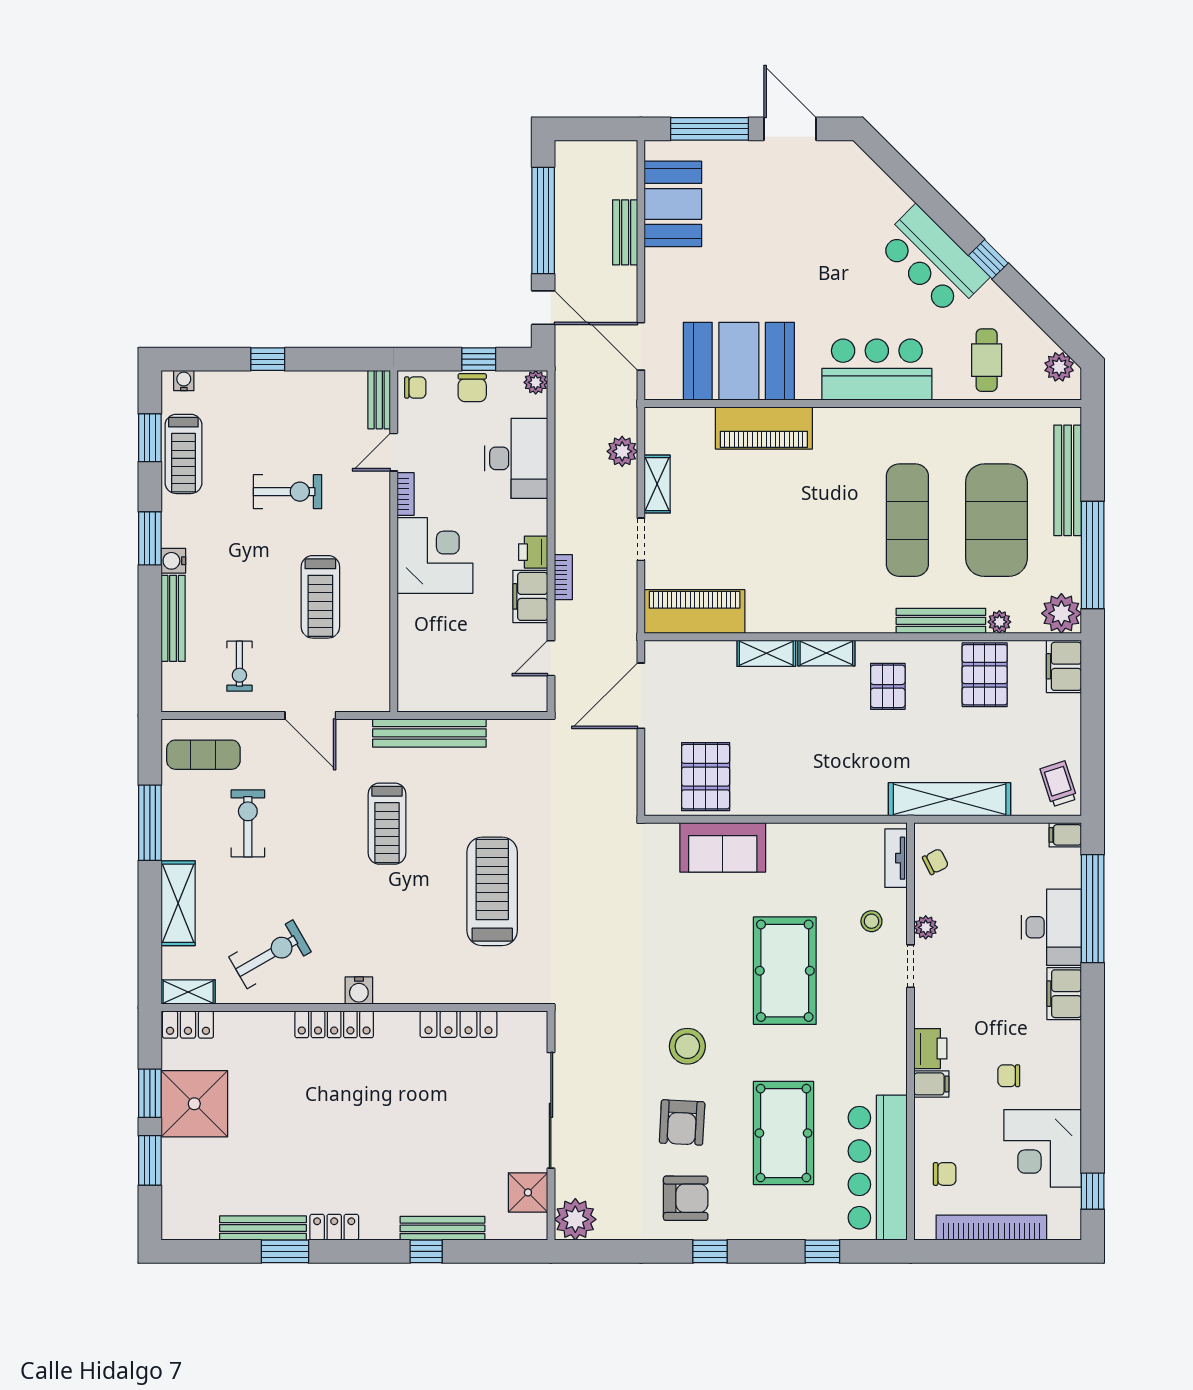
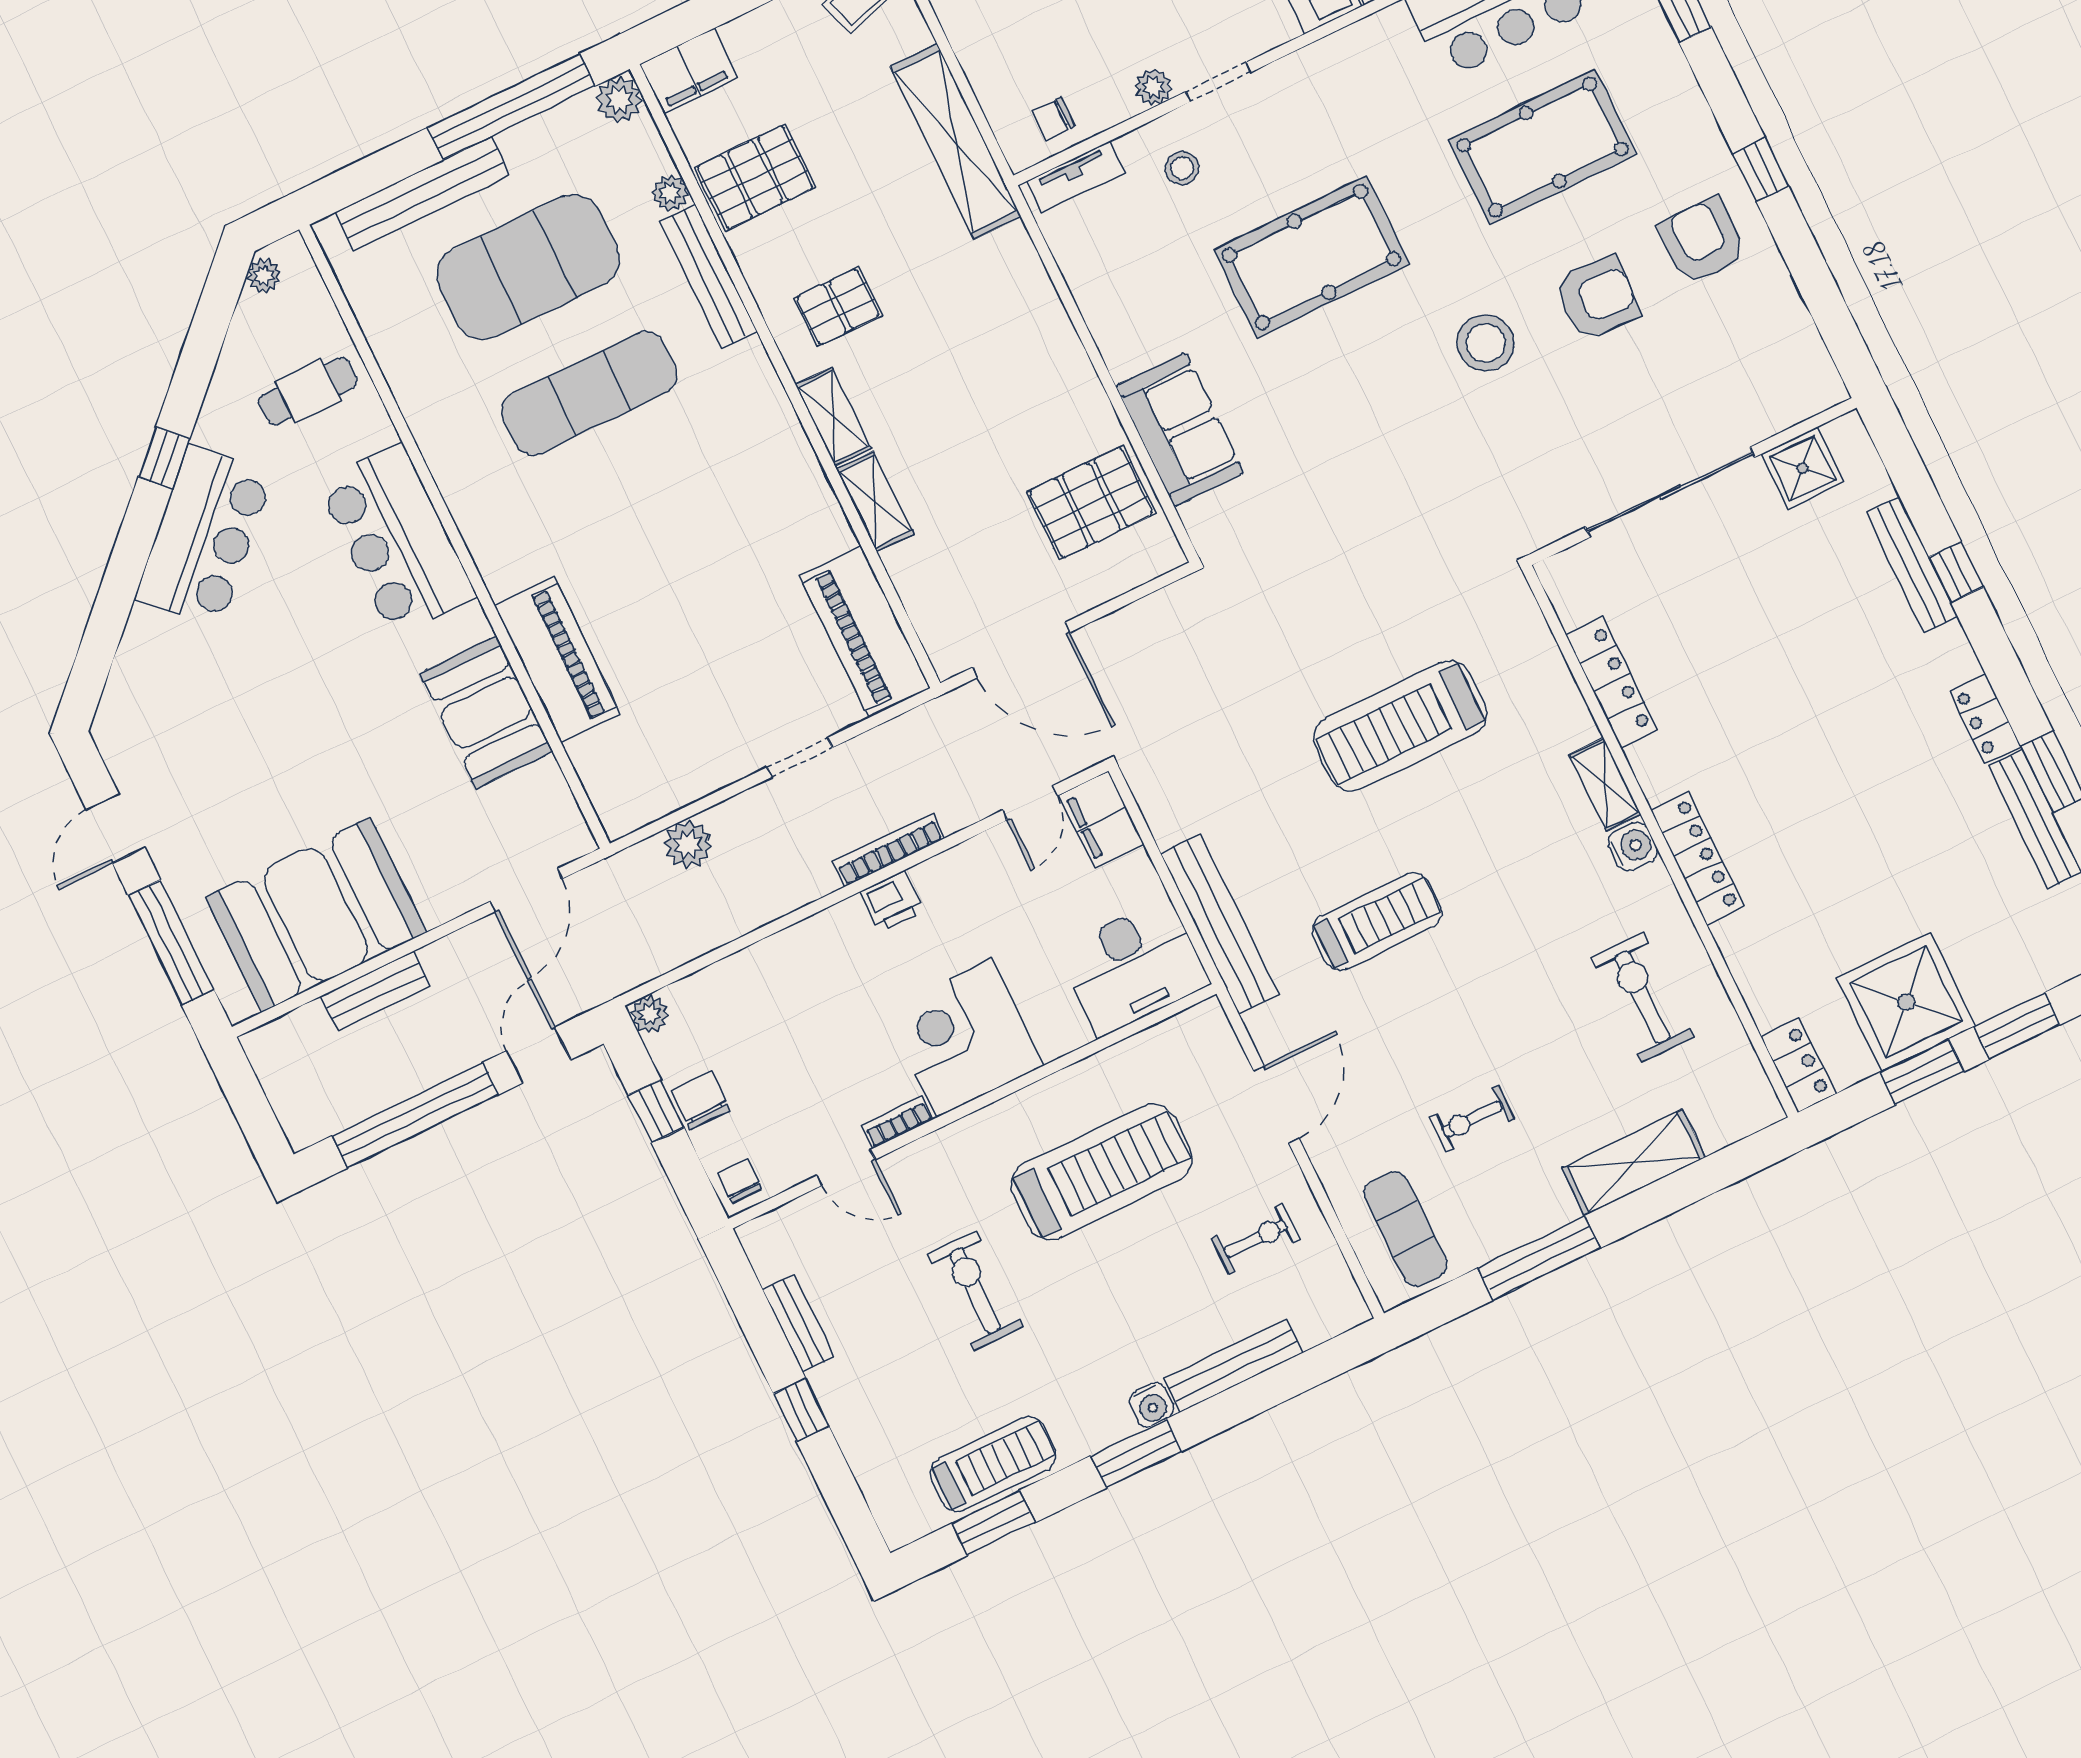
door: (790, 129) -> (116, 829), width x0.73
booth: (673, 204) -> (316, 915), width x1.36, depth x1.42
booth: (739, 361) -> (486, 712), width x0.73, depth x0.70
plant: (1059, 367) -> (264, 276), width x0.73, depth x0.73
water cooler: (184, 381) -> (889, 1514), removed
chair: (472, 388) -> (701, 1101), turned -90
bench: (379, 400) -> (798, 1323), moved, turned 90
desk: (516, 458) -> (1134, 967), moved, turned 180
shelving: (657, 484) -> (710, 772), removed
bookcase: (563, 577) -> (889, 850), width x1.56
filing cabinet: (530, 596) -> (1102, 820), moved, turned 90
treadmill: (320, 597) -> (1101, 1172), width x1.37, depth x1.38
plant: (1061, 613) -> (619, 100), width x0.73, depth x0.73
door: (551, 658) -> (1030, 803), hinge flipped
exercise bike: (248, 823) -> (1472, 1119), width x0.73, depth x0.72
chair: (935, 862) -> (1053, 119), turned -63
exercise bike: (270, 954) -> (1642, 997), turned 30
shelving: (188, 992) -> (1605, 784), moved
plant: (575, 1219) -> (1808, 383), removed

